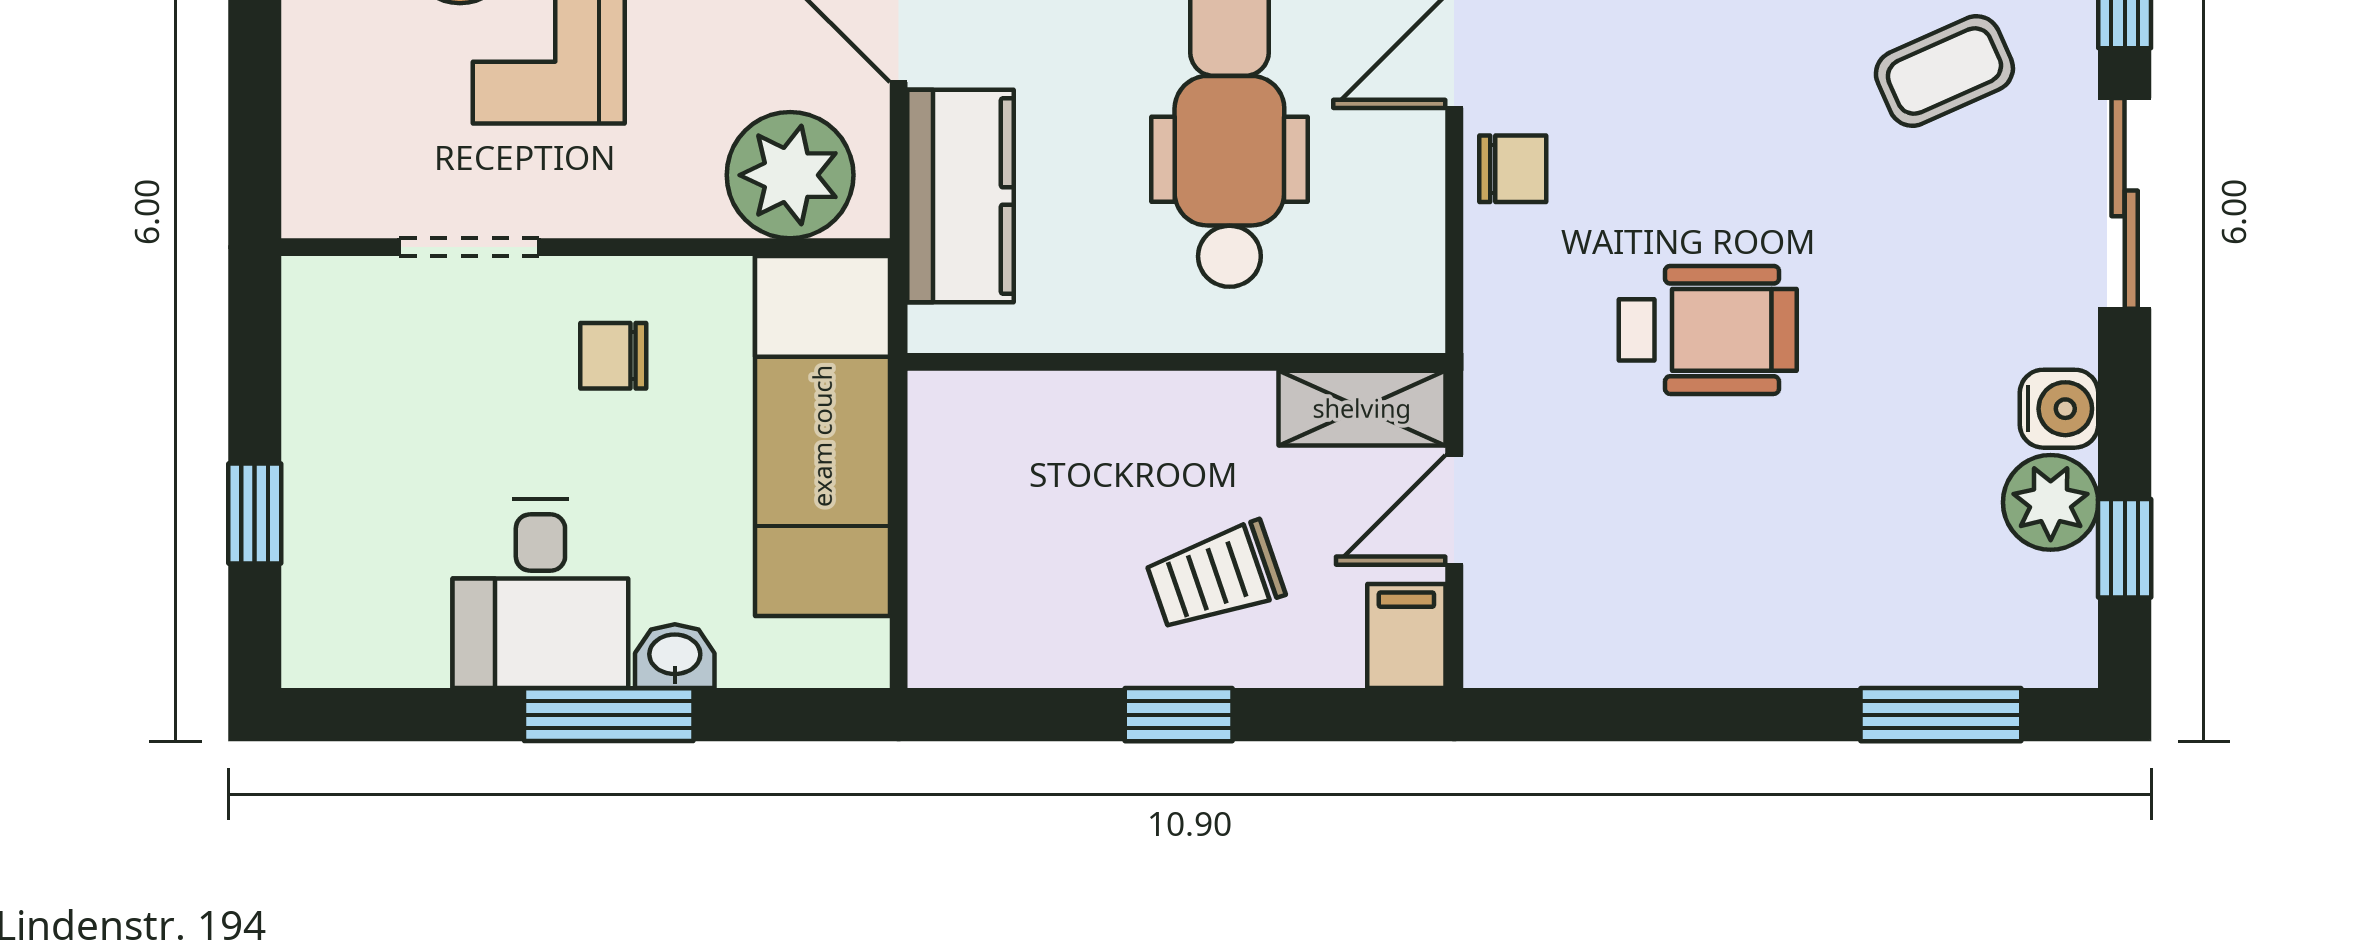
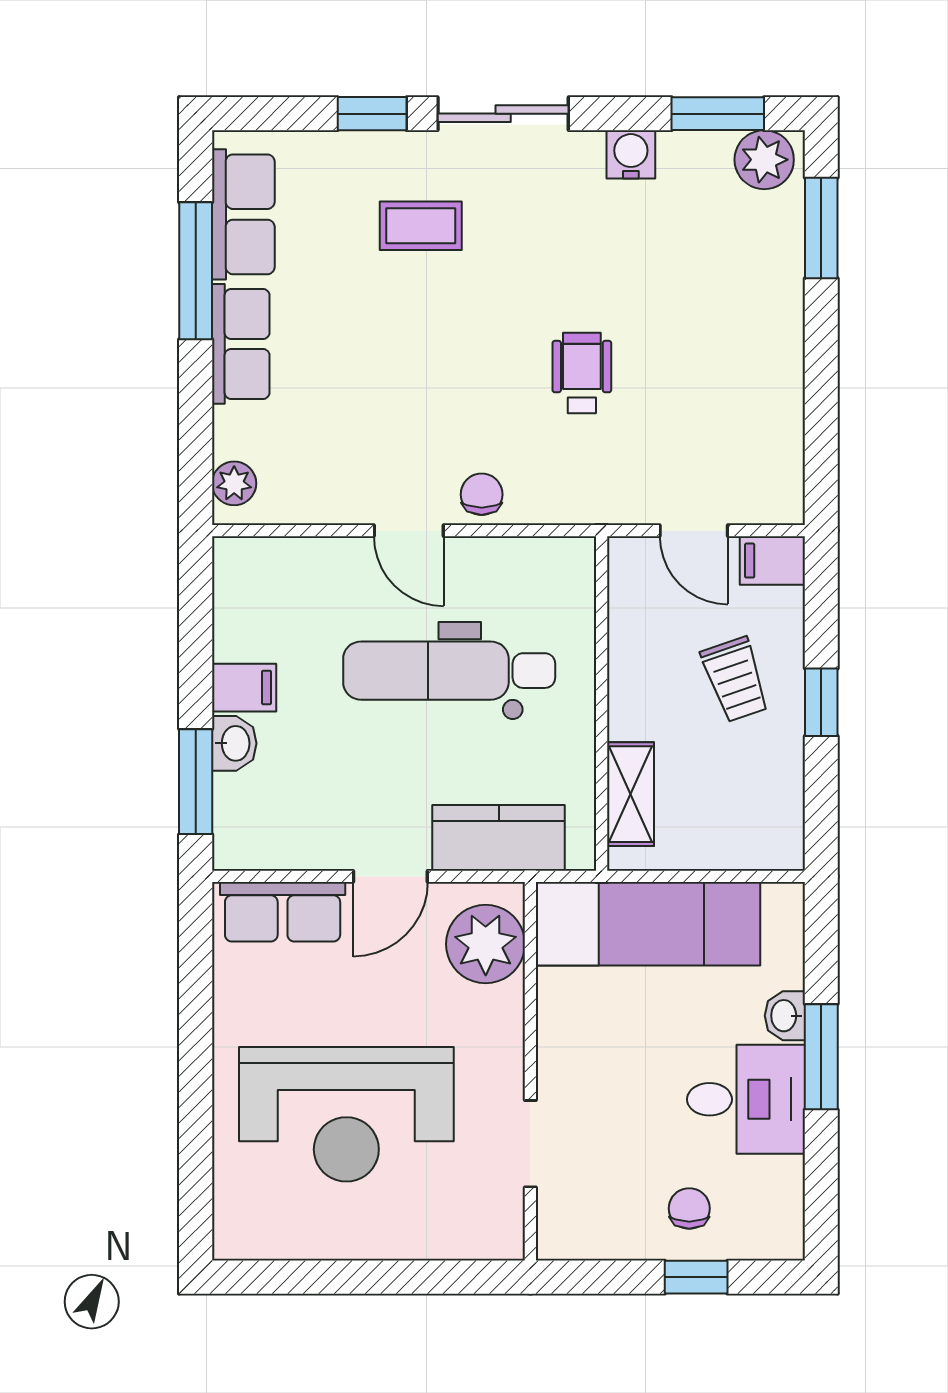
coffee table: (1944, 71) -> (421, 226), turned -66
wheelchair: (1708, 330) -> (582, 373), width x0.73, depth x0.73
chair: (613, 356) -> (689, 1208), moved, turned 180
shelving: (1362, 408) -> (631, 794), moved
plant: (2051, 502) -> (764, 160), moved
window: (2125, 548) -> (718, 114), width x1.50

